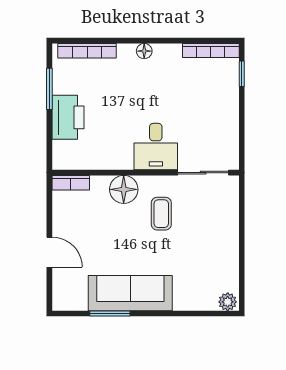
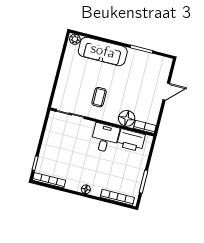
printer: (68, 117) -> (131, 140), moved, turned -90
desk: (156, 147) -> (105, 138), moved
floor lamp: (124, 189) -> (127, 118), moved
door: (49, 252) -> (166, 92), swing flipped
sofa: (130, 293) -> (103, 51), moved

